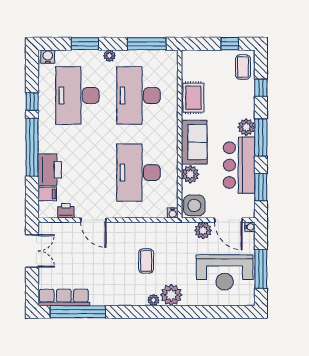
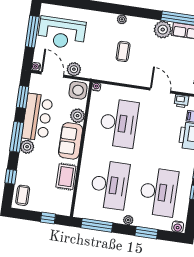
window: (230, 44) -> (48, 218), moved
reception desk: (225, 272) -> (62, 33), turned 180
plant: (171, 295) -> (163, 30), moved

